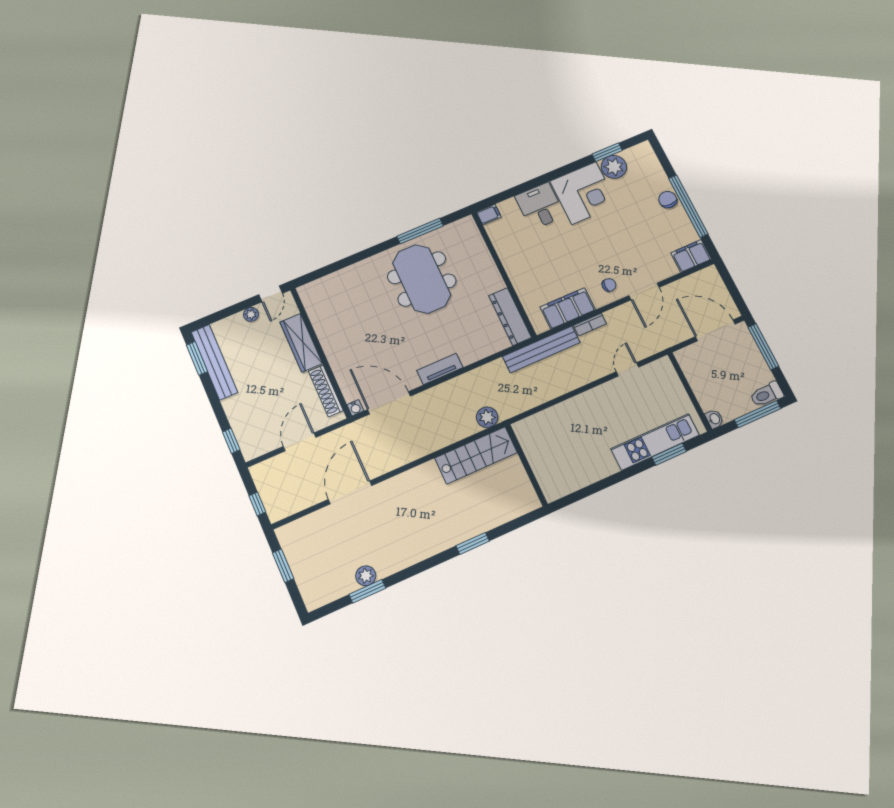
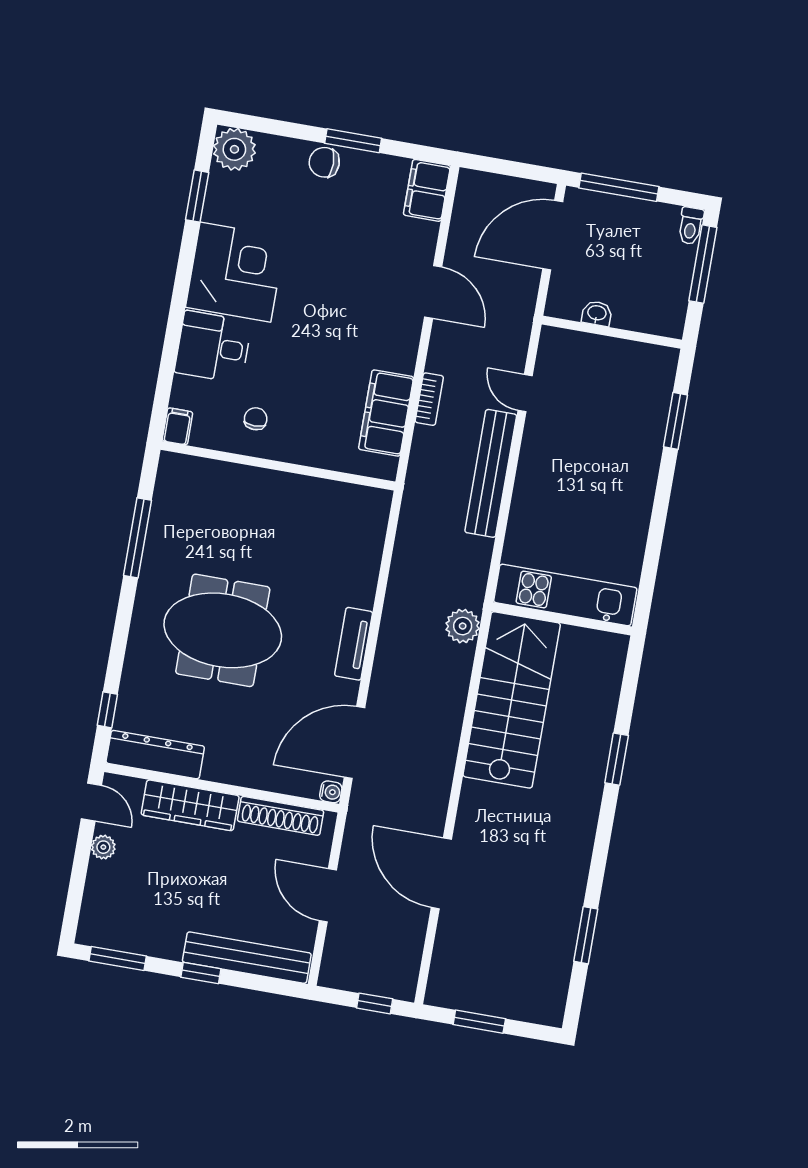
plant: (614, 167) -> (234, 149), moved
window: (688, 206) -> (353, 141), width x0.47
window: (323, 272) -> (107, 710), added
meeting table: (422, 279) -> (223, 630), moved
chair: (609, 285) -> (256, 419), moved
dresser: (510, 316) -> (155, 755), moved, turned 180
bench: (541, 349) -> (491, 473), moved
bench: (214, 362) -> (247, 958), moved
toilet: (767, 394) -> (691, 226), width x0.73, depth x0.72
washbasin: (714, 419) -> (597, 313), moved
window: (231, 441) -> (201, 973), moved
kitchen unit: (655, 442) -> (565, 595), moved, turned 90
stairs: (476, 455) -> (512, 700), width x1.36, depth x1.51
plant: (366, 576) -> (564, 924), removed

